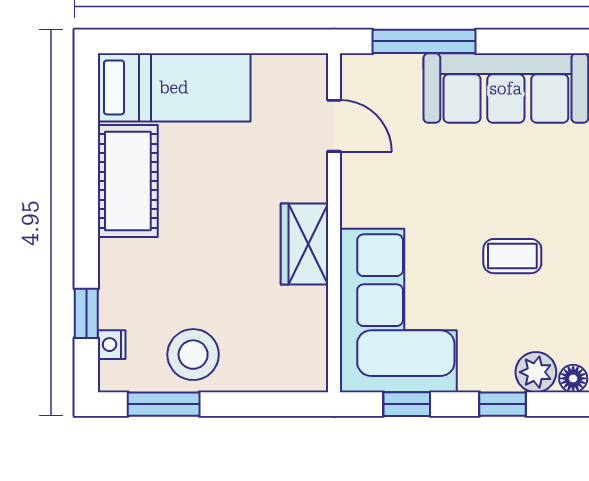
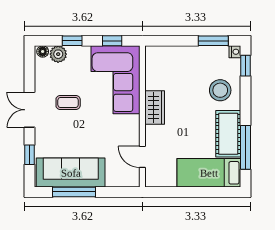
window: (424, 41) -> (74, 192), moved
window: (86, 148) -> (246, 147), added
window: (86, 313) -> (246, 66), moved
nightstand: (112, 345) -> (235, 52), moved
stool: (193, 355) -> (220, 90), moved

